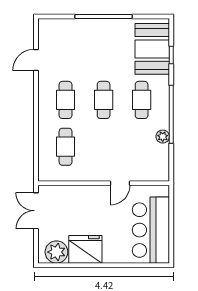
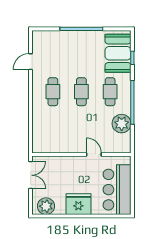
plant: (163, 137) -> (122, 124), width x1.88, depth x1.88
cafe table: (66, 147) -> (53, 127), removed
door: (120, 183) -> (94, 154), swing flipped
double door: (36, 211) -> (31, 175), swing flipped
fridge: (85, 249) -> (78, 204), moved

